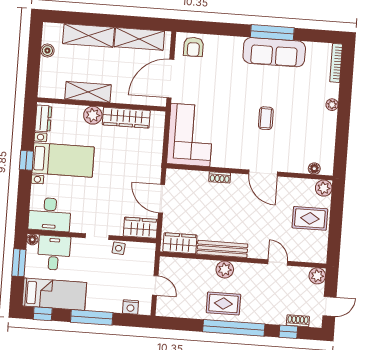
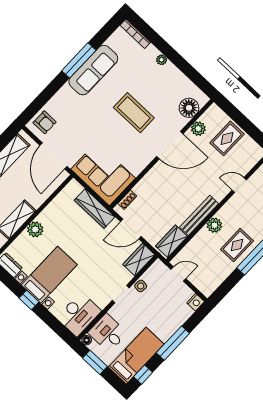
wardrobe: (126, 118) -> (95, 209), moved, turned 90
coffee table: (266, 118) -> (134, 113), width x1.86, depth x1.72
floor lamp: (314, 169) -> (189, 108), width x1.89, depth x1.89
door: (263, 173) -> (170, 145), width x1.36
shoe rack: (220, 177) -> (127, 200), moved
plant: (324, 188) -> (198, 129), moved
door: (155, 285) -> (178, 274), moved
nightstand: (131, 307) -> (196, 302), moved

